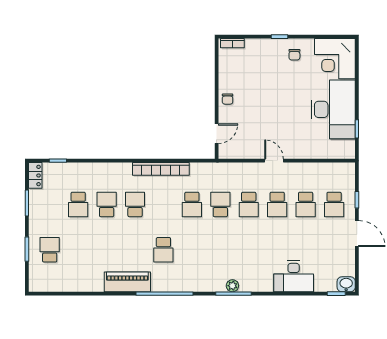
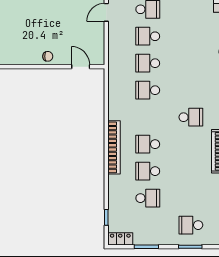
bookcase: (161, 169) -> (114, 147), moved
school desk: (192, 204) -> (148, 90), turned 180
school desk: (249, 204) -> (148, 36), turned 180

